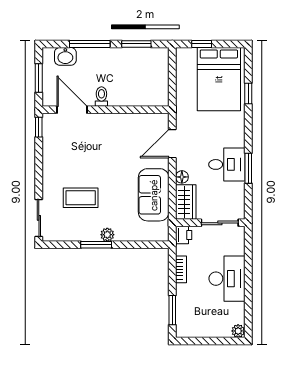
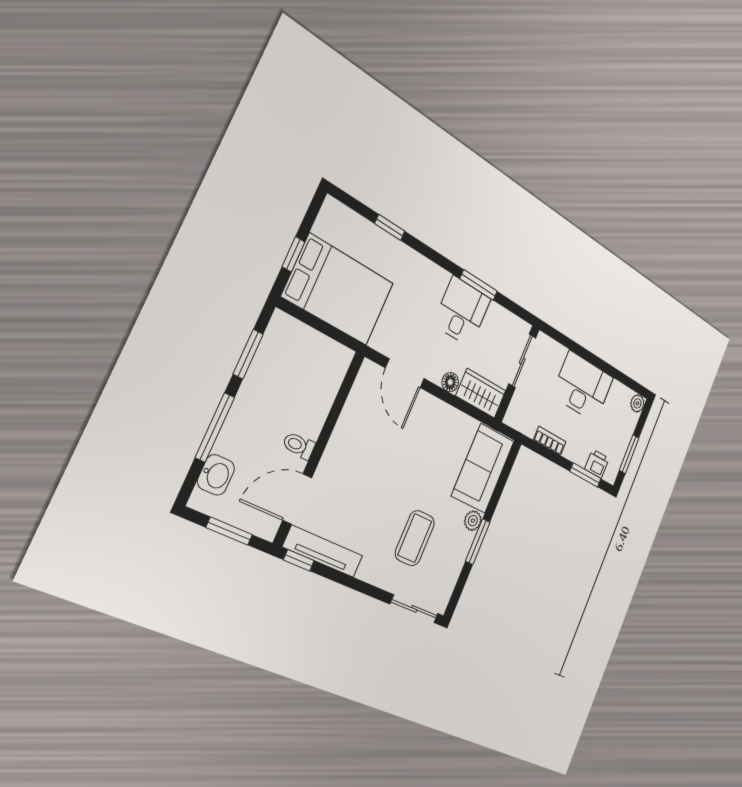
bed: (219, 79) -> (338, 290), moved
tv unit: (49, 140) -> (323, 551), added
sofa: (154, 195) -> (483, 468), moved, turned 90
printer: (184, 235) -> (597, 464), moved
window: (202, 341) -> (629, 454), added

